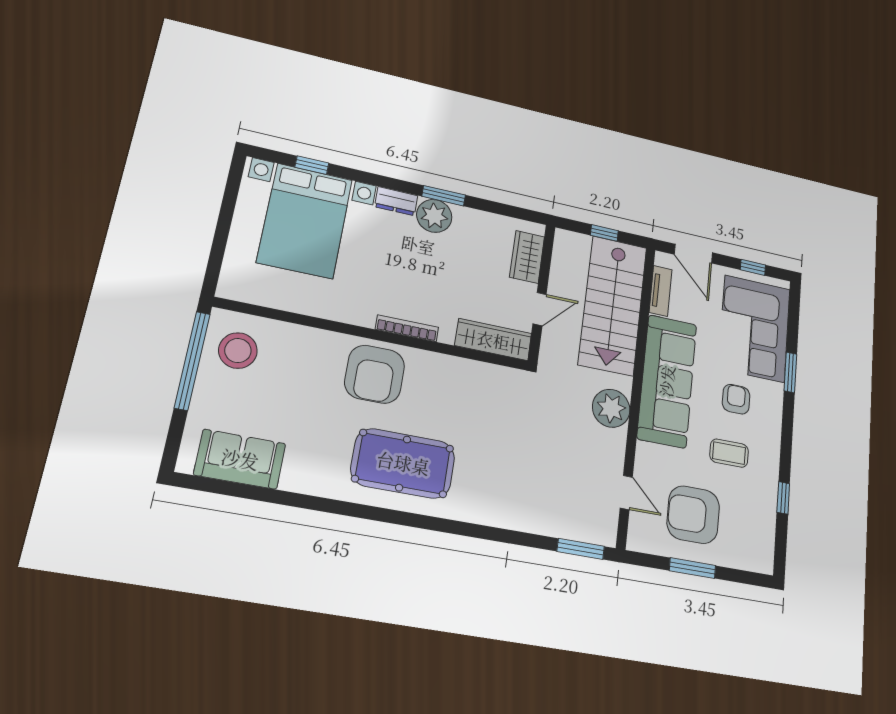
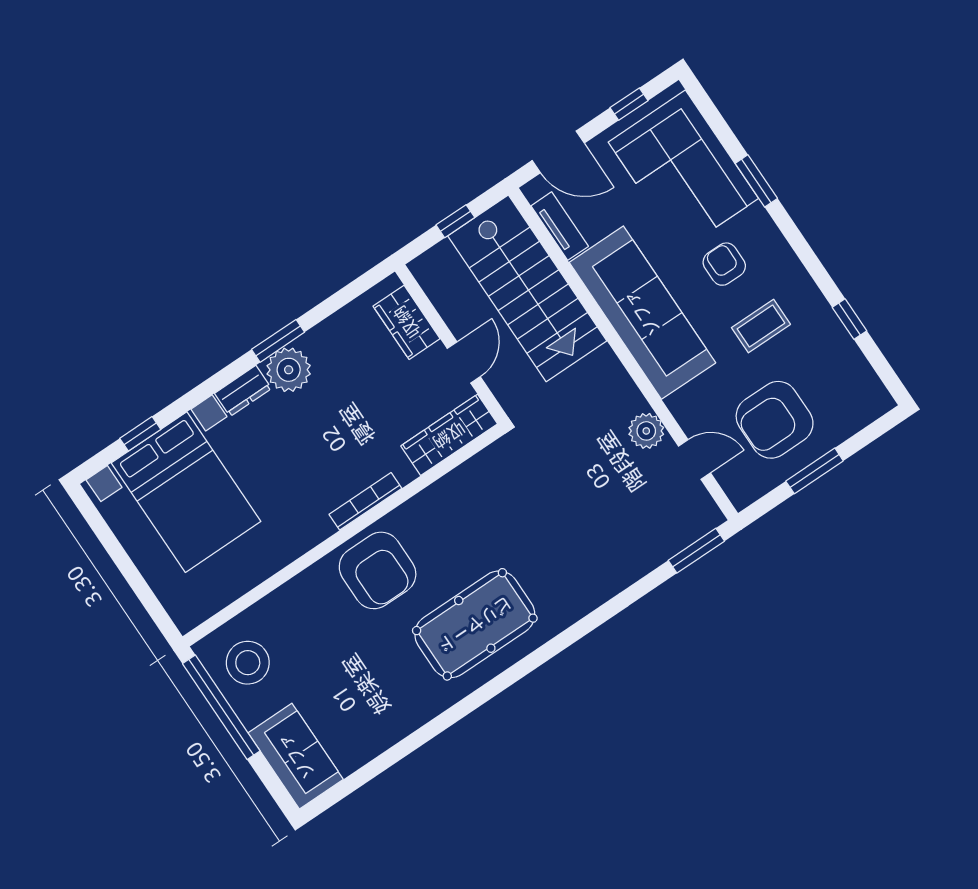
plant: (611, 408) -> (646, 431), moved, width x0.73, depth x0.73
sofa: (240, 459) -> (296, 756), moved, turned 90

